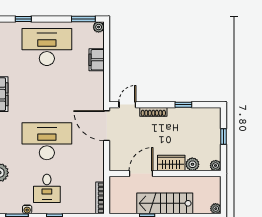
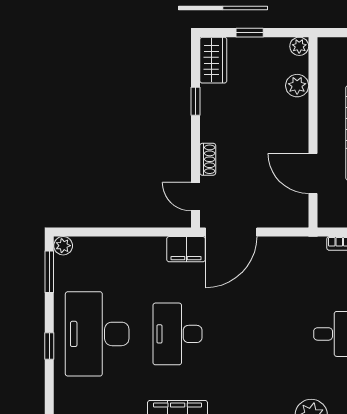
window: (23, 19) -> (49, 346), moved
filing cabinet: (97, 60) -> (186, 249), moved
shoe rack: (153, 112) -> (208, 159), width x0.70
desk: (47, 141) -> (177, 334), moved, width x0.73, depth x0.77
wardrobe: (171, 163) -> (213, 60), moved, turned 180

